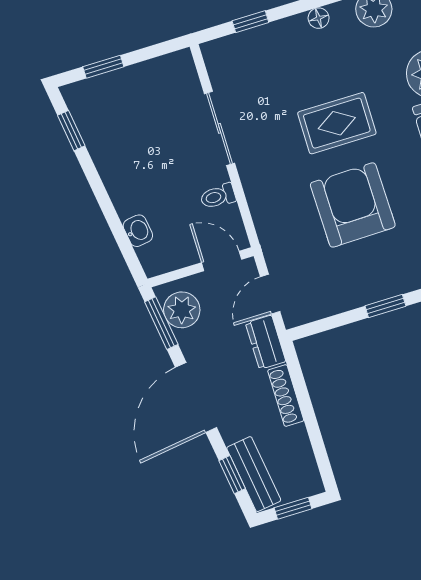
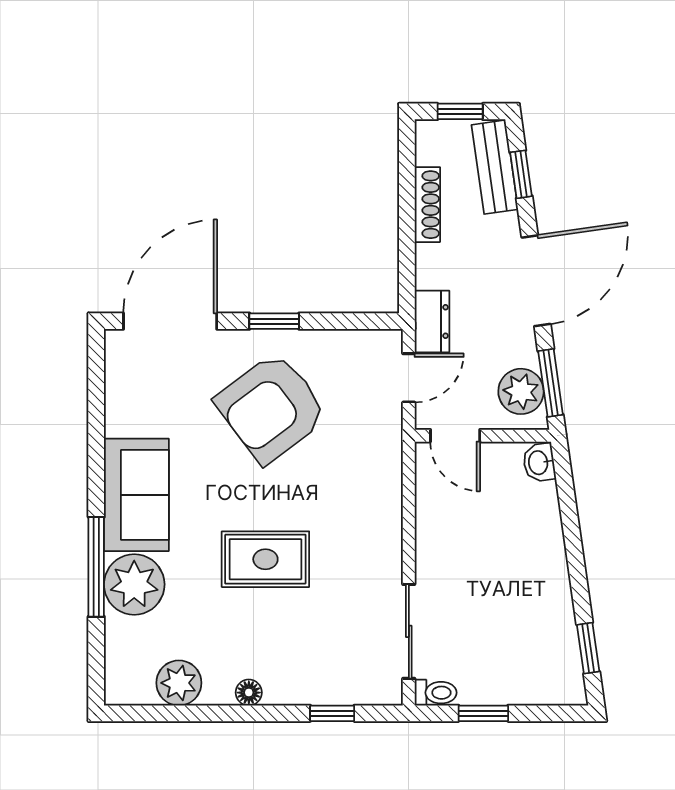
window: (103, 67) -> (483, 713), moved
sliding door: (219, 128) -> (409, 631), moved
toilet: (218, 196) -> (436, 693), moved
armchair: (353, 205) -> (271, 408), moved, turned 54
washbasin: (138, 231) -> (539, 463), moved
shoe rack: (286, 396) -> (427, 205), moved

